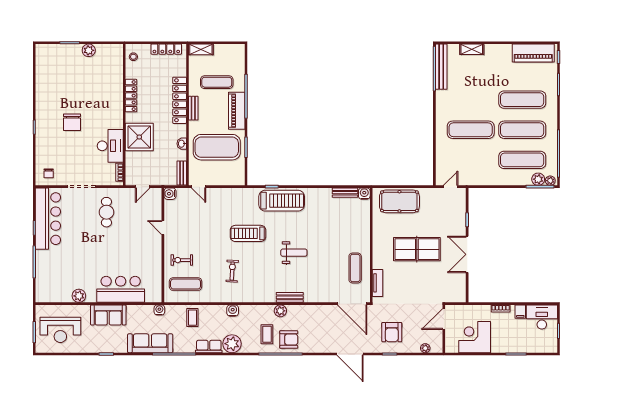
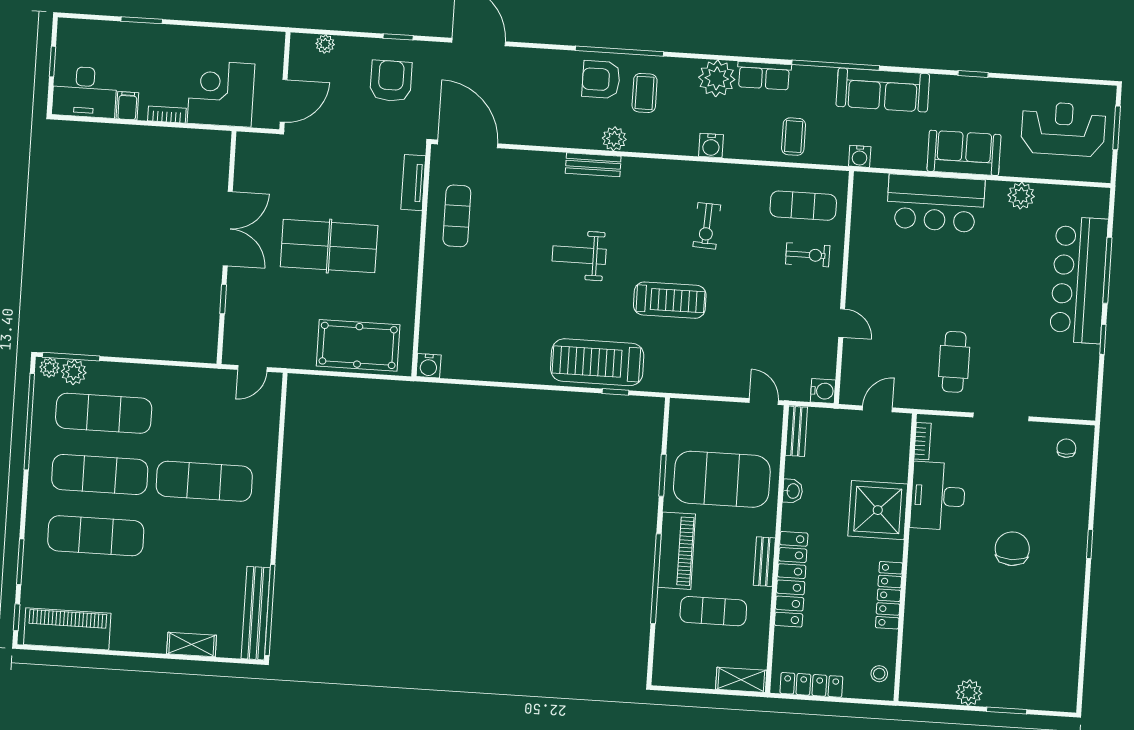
bench: (345, 193) -> (468, 370), removed
bar counter: (48, 219) -> (1079, 280), moved
corner desk: (475, 337) -> (221, 94), moved, turned 180

